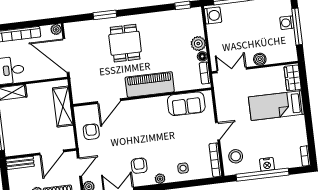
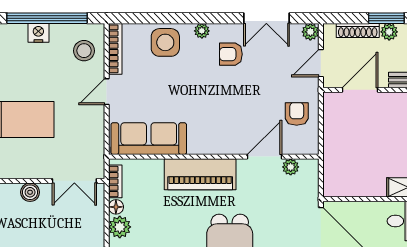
plant: (91, 96) -> (291, 167), added
sofa: (186, 104) -> (149, 139), width x1.36
shelving: (63, 107) -> (335, 157), removed
armchair: (91, 132) -> (297, 114), turned 180
armchair: (139, 166) -> (231, 54), turned 90
side table: (183, 168) -> (165, 42), width x1.87, depth x1.87

